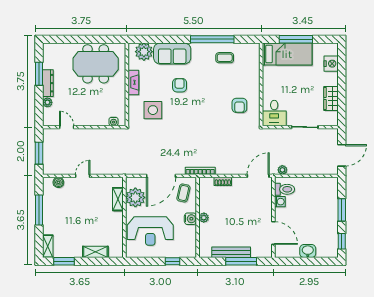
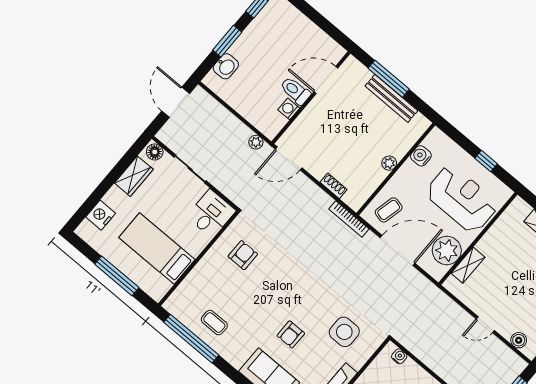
window: (212, 39) -> (191, 339), moved
bed: (287, 54) -> (157, 249), moved
floor lamp: (331, 120) -> (155, 152), added
door: (342, 155) -> (176, 102), hinge flipped
toilet: (284, 189) -> (295, 91), moved
water cooler: (190, 219) -> (421, 156), moved
door: (273, 233) -> (326, 80), hinge flipped
washbasin: (308, 251) -> (226, 66), moved, turned -90
window: (172, 261) -> (486, 161), moved

